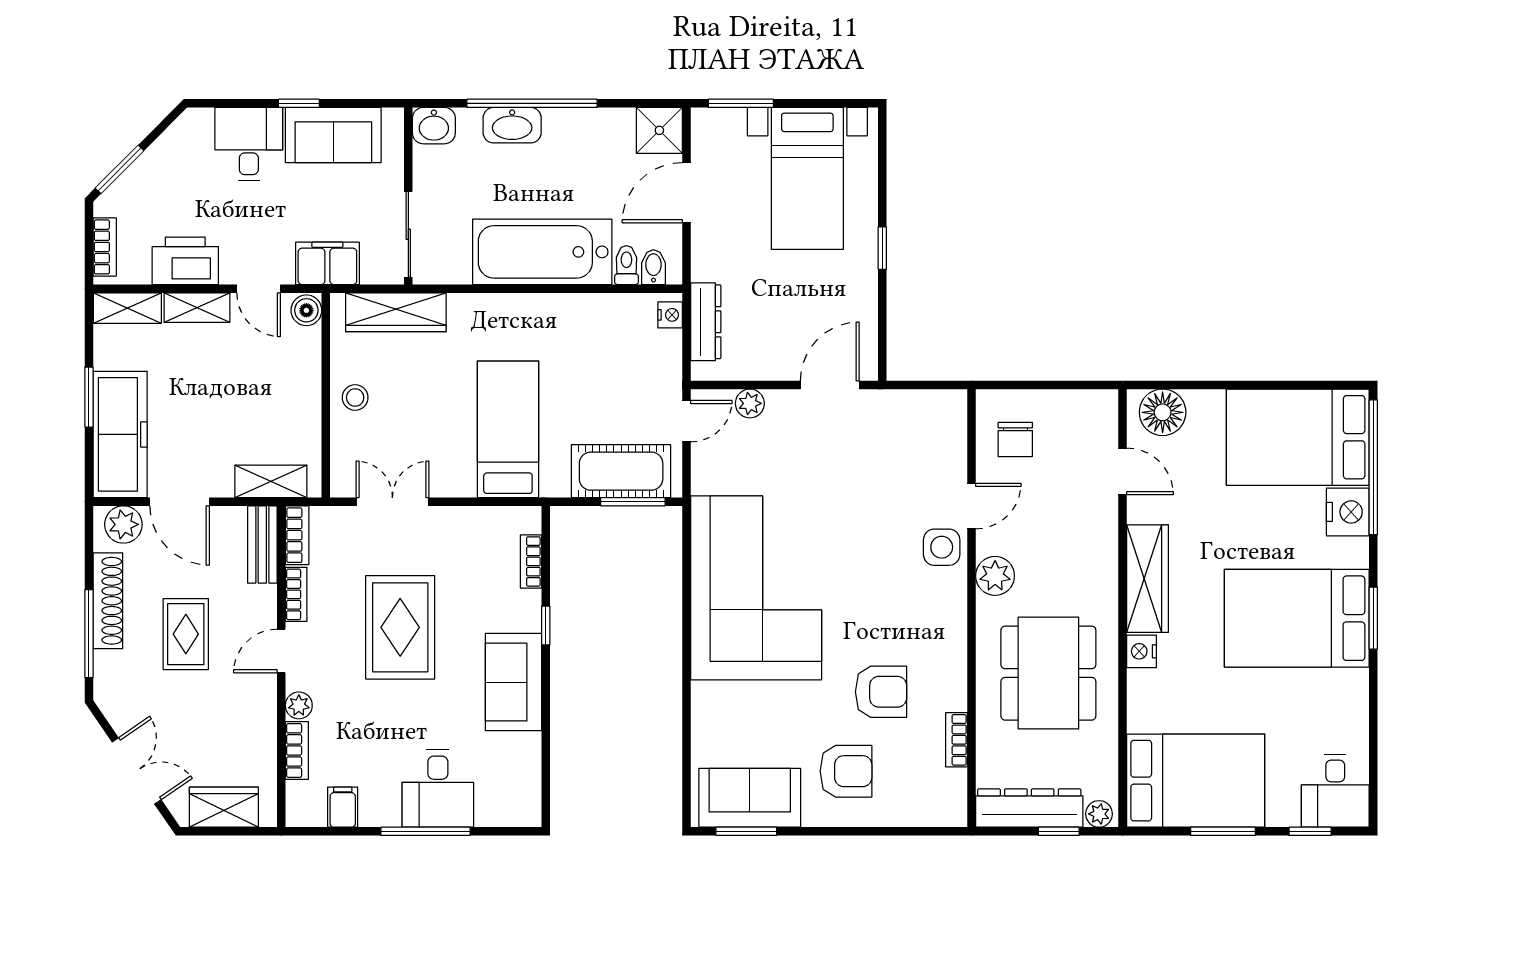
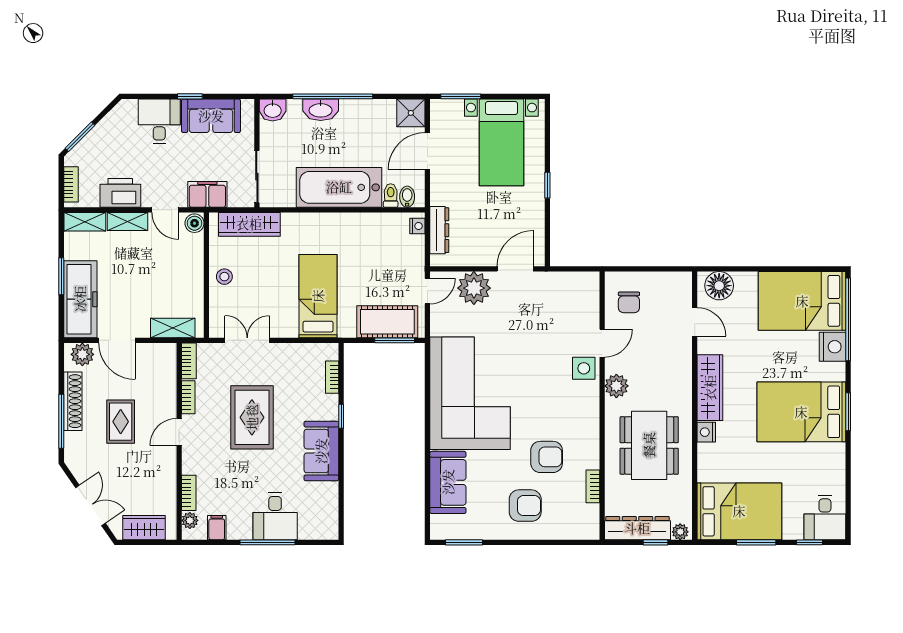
plant: (750, 403) -> (474, 288), width x1.88, depth x1.88
bench: (262, 544) -> (168, 367), removed
plant: (299, 705) -> (190, 520), moved
sofa: (750, 798) -> (448, 482), moved, turned 90

